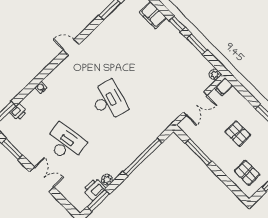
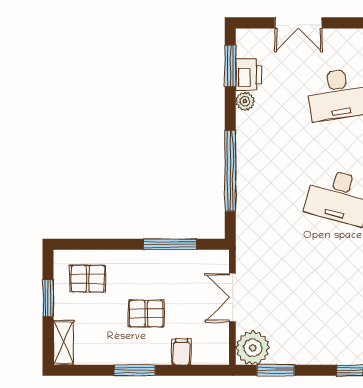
window: (197, 44) -> (276, 370), moved
plant: (215, 74) -> (253, 348), width x1.87, depth x1.87
filing cabinet: (223, 87) -> (181, 352), moved
double door: (42, 179) -> (298, 23), moved

